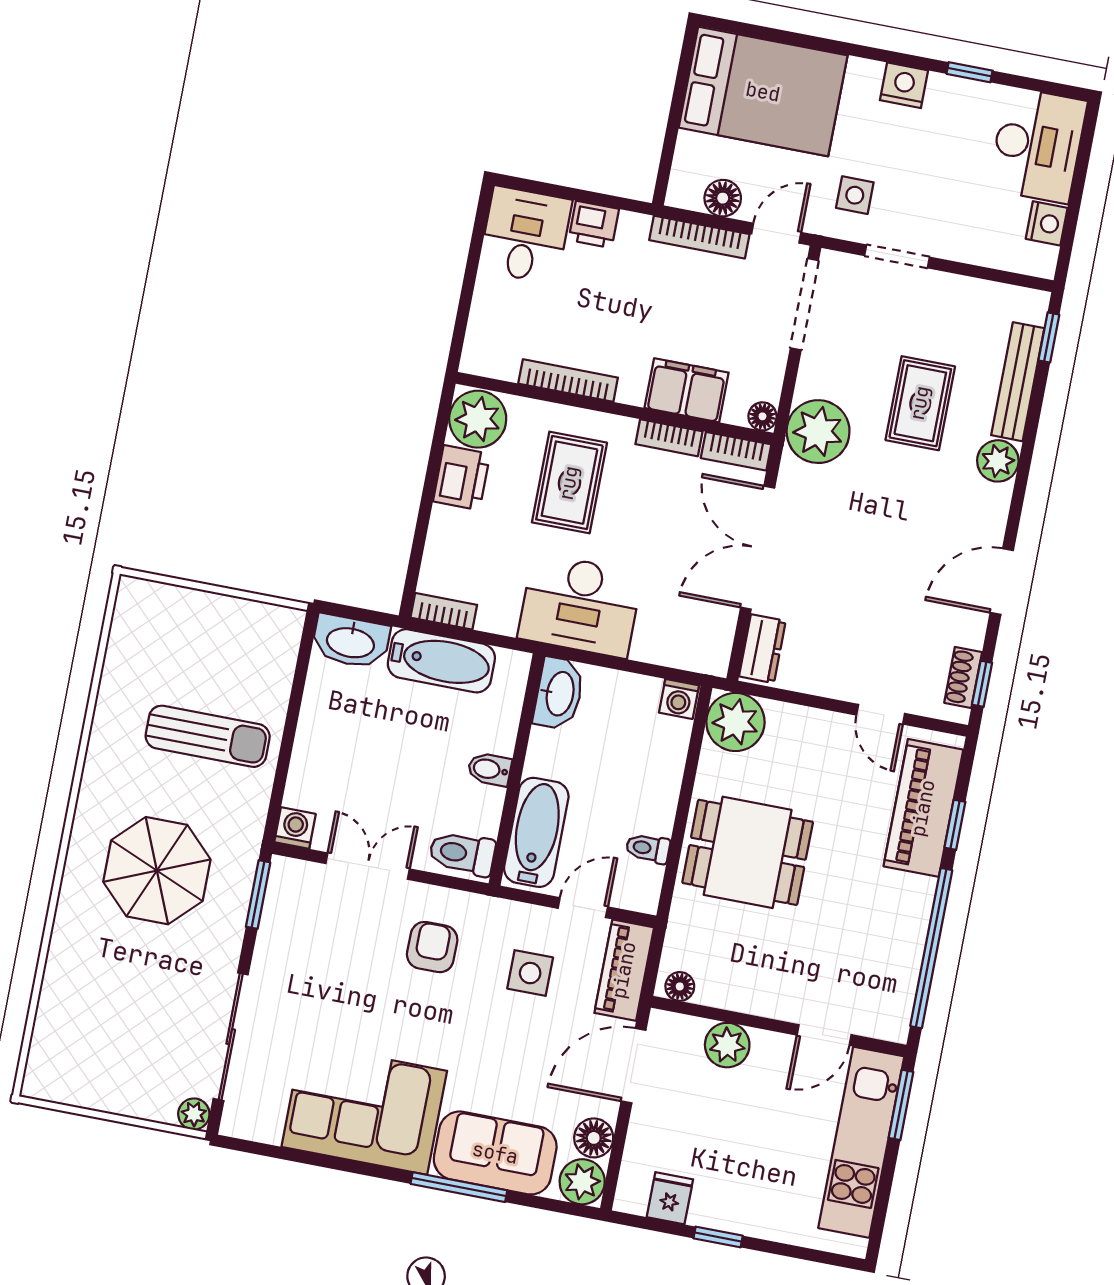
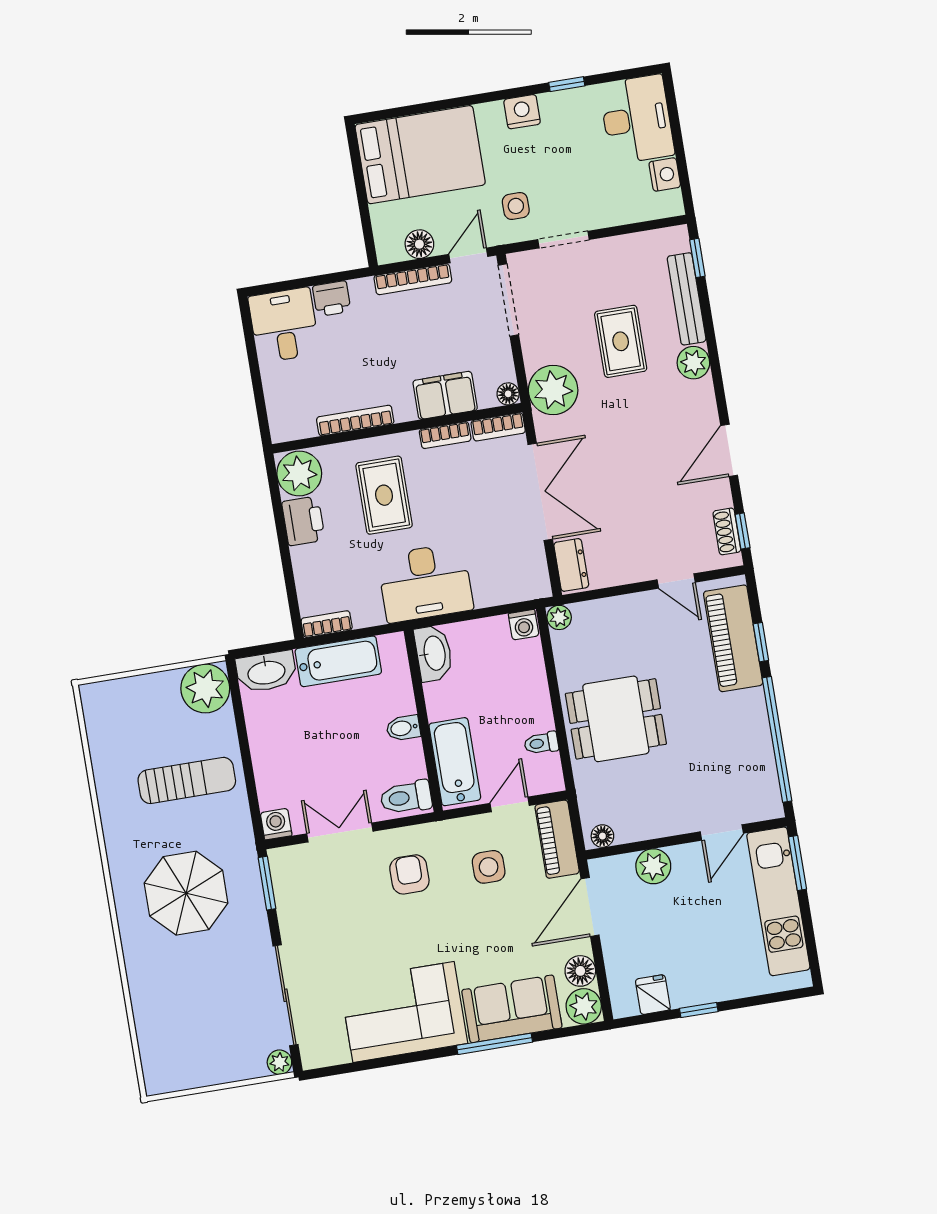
double door: (758, 548) -> (540, 492), swing flipped
plant: (270, 634) -> (205, 688), added
plant: (735, 722) -> (559, 617), width x0.53, depth x0.53

